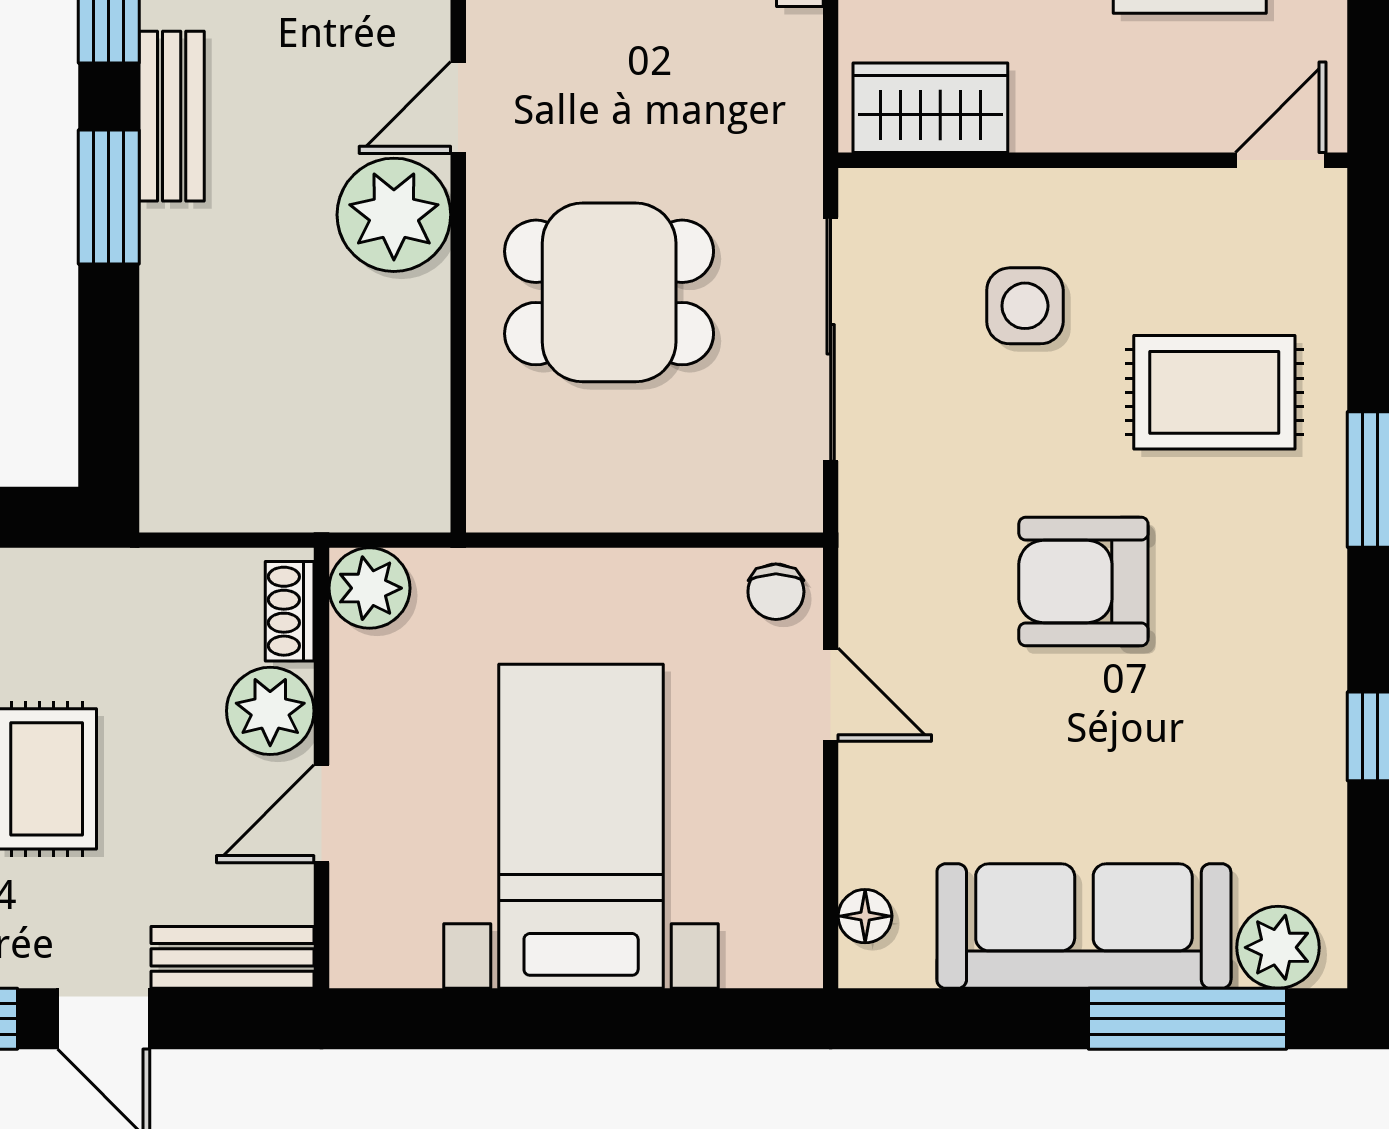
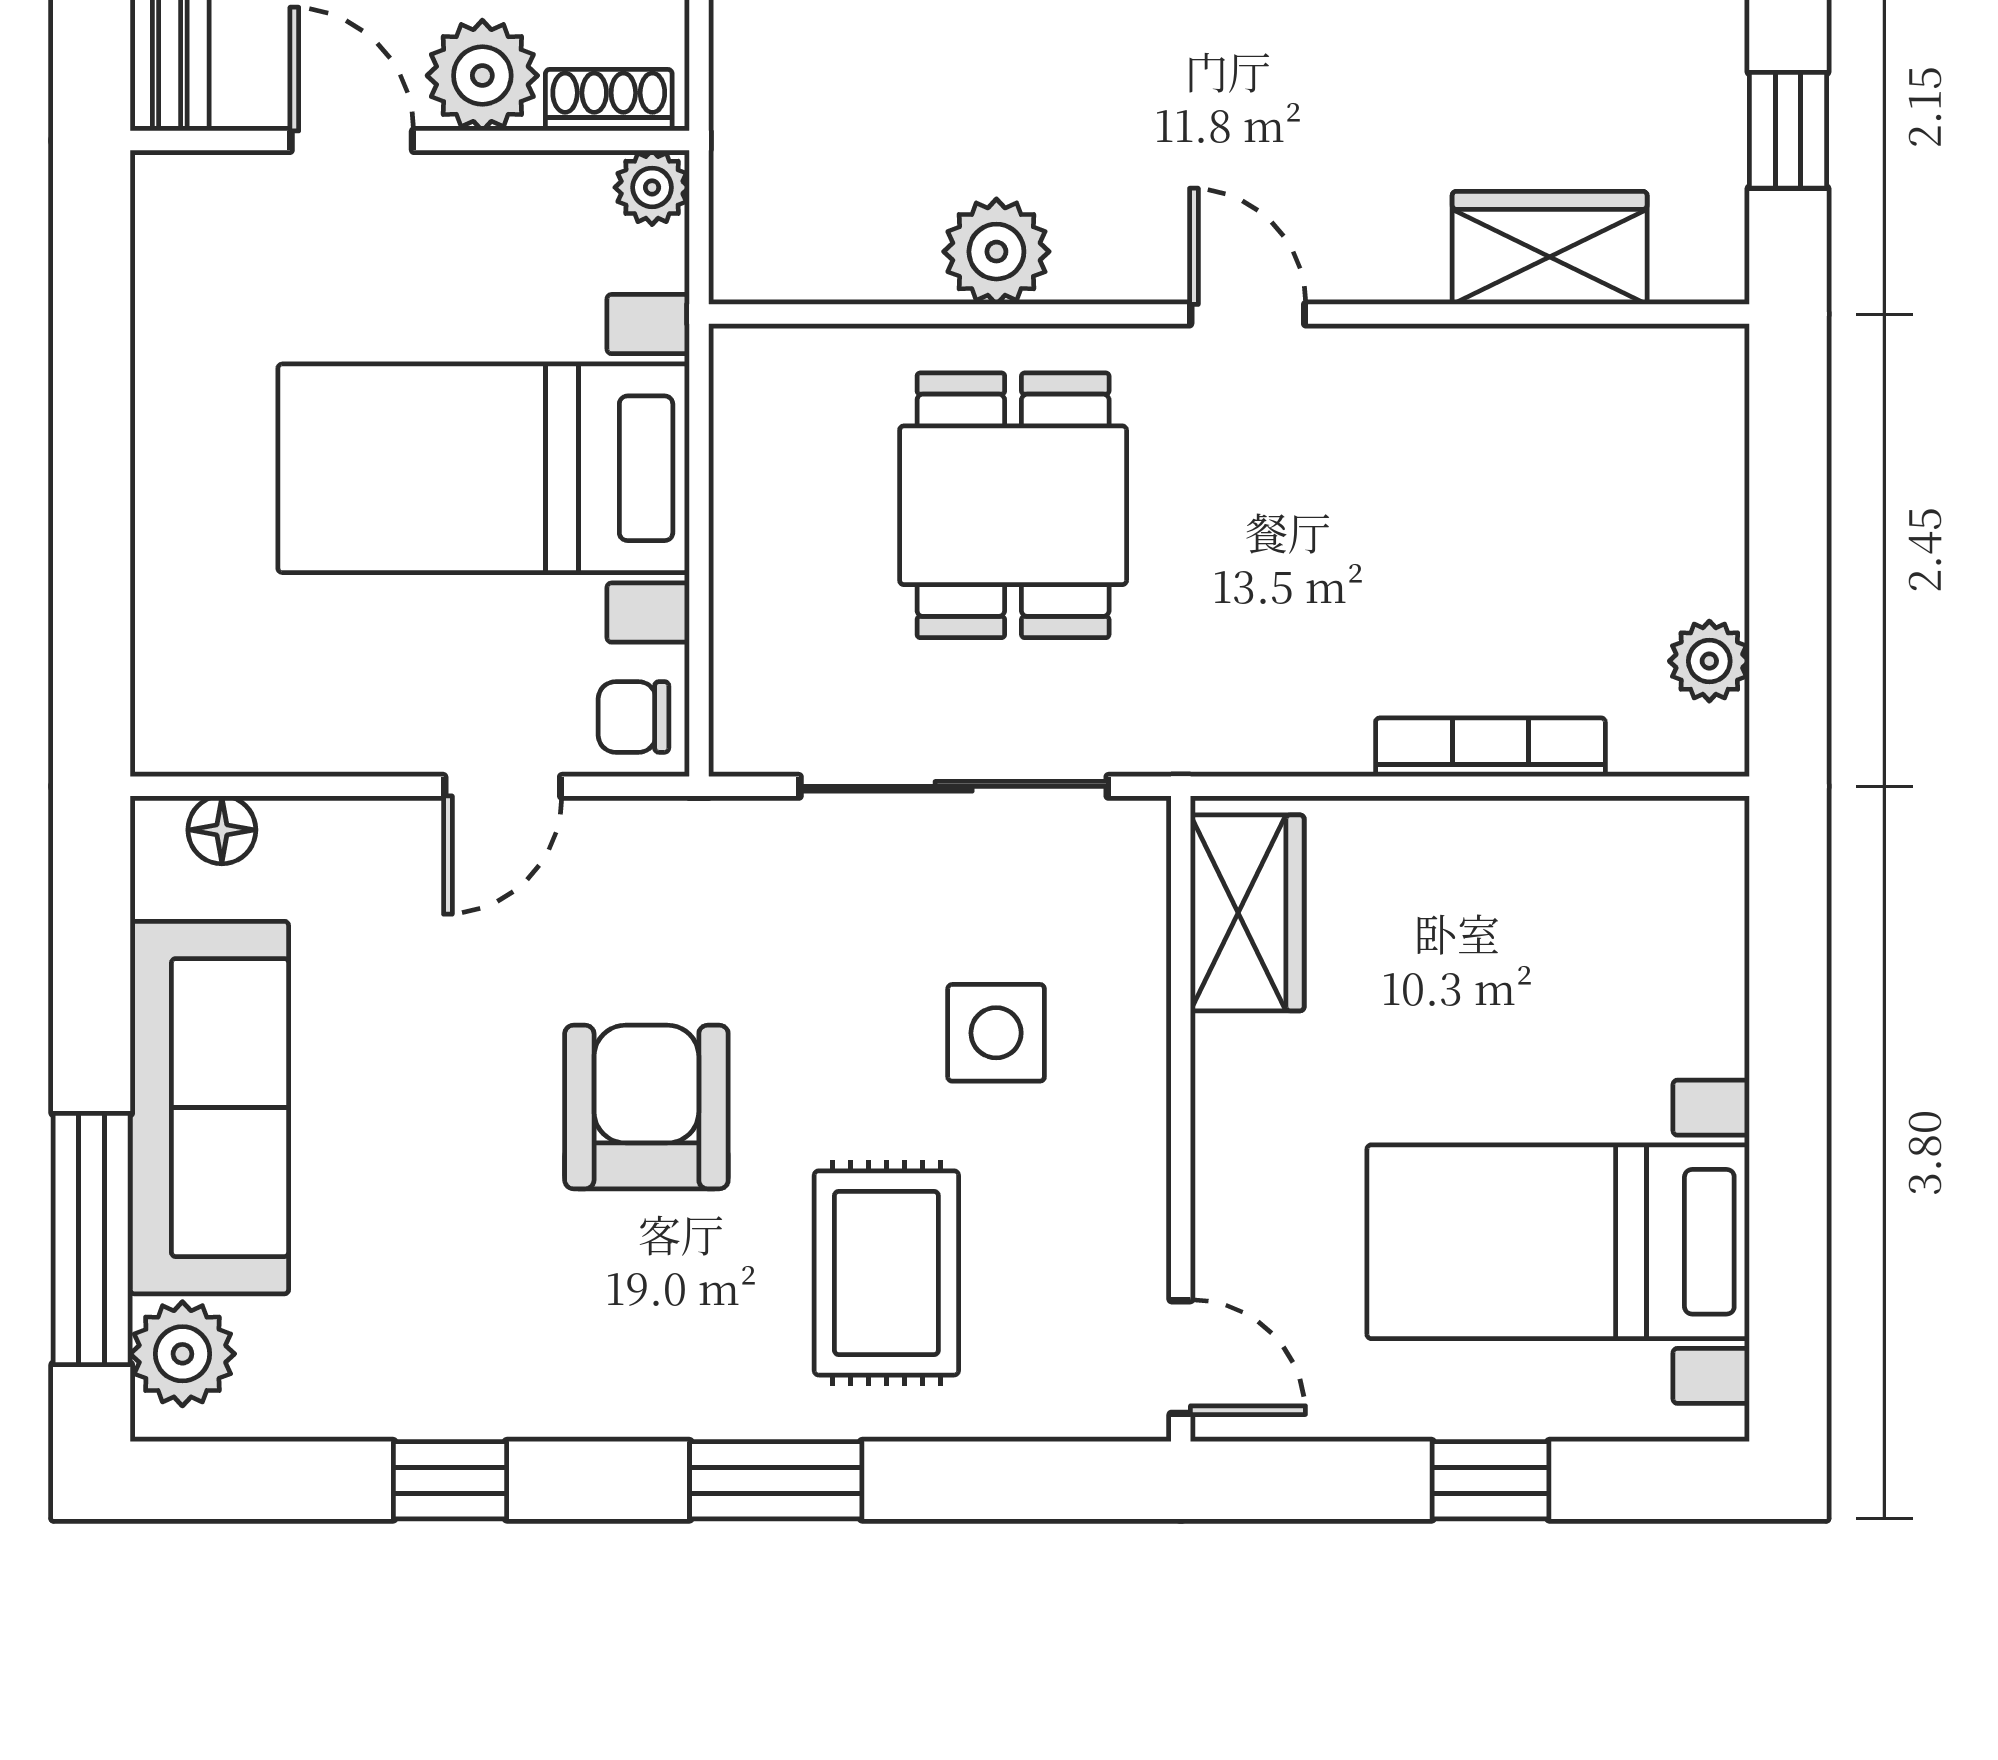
plant: (394, 215) -> (996, 252), moved, width x0.73, depth x0.73
plant: (369, 588) -> (652, 187), width x0.73, depth x0.73
bed with nightstands: (581, 826) -> (484, 468), moved, turned 180

